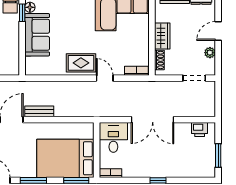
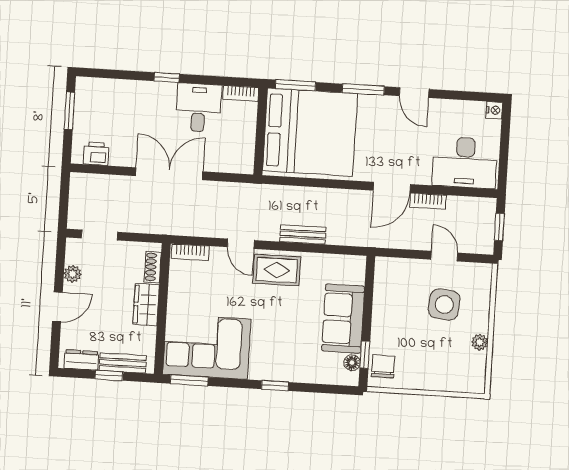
bench: (39, 111) -> (303, 234), moved
desk: (113, 137) -> (198, 108), moved, turned 180
bed: (65, 158) -> (310, 132), width x1.36

